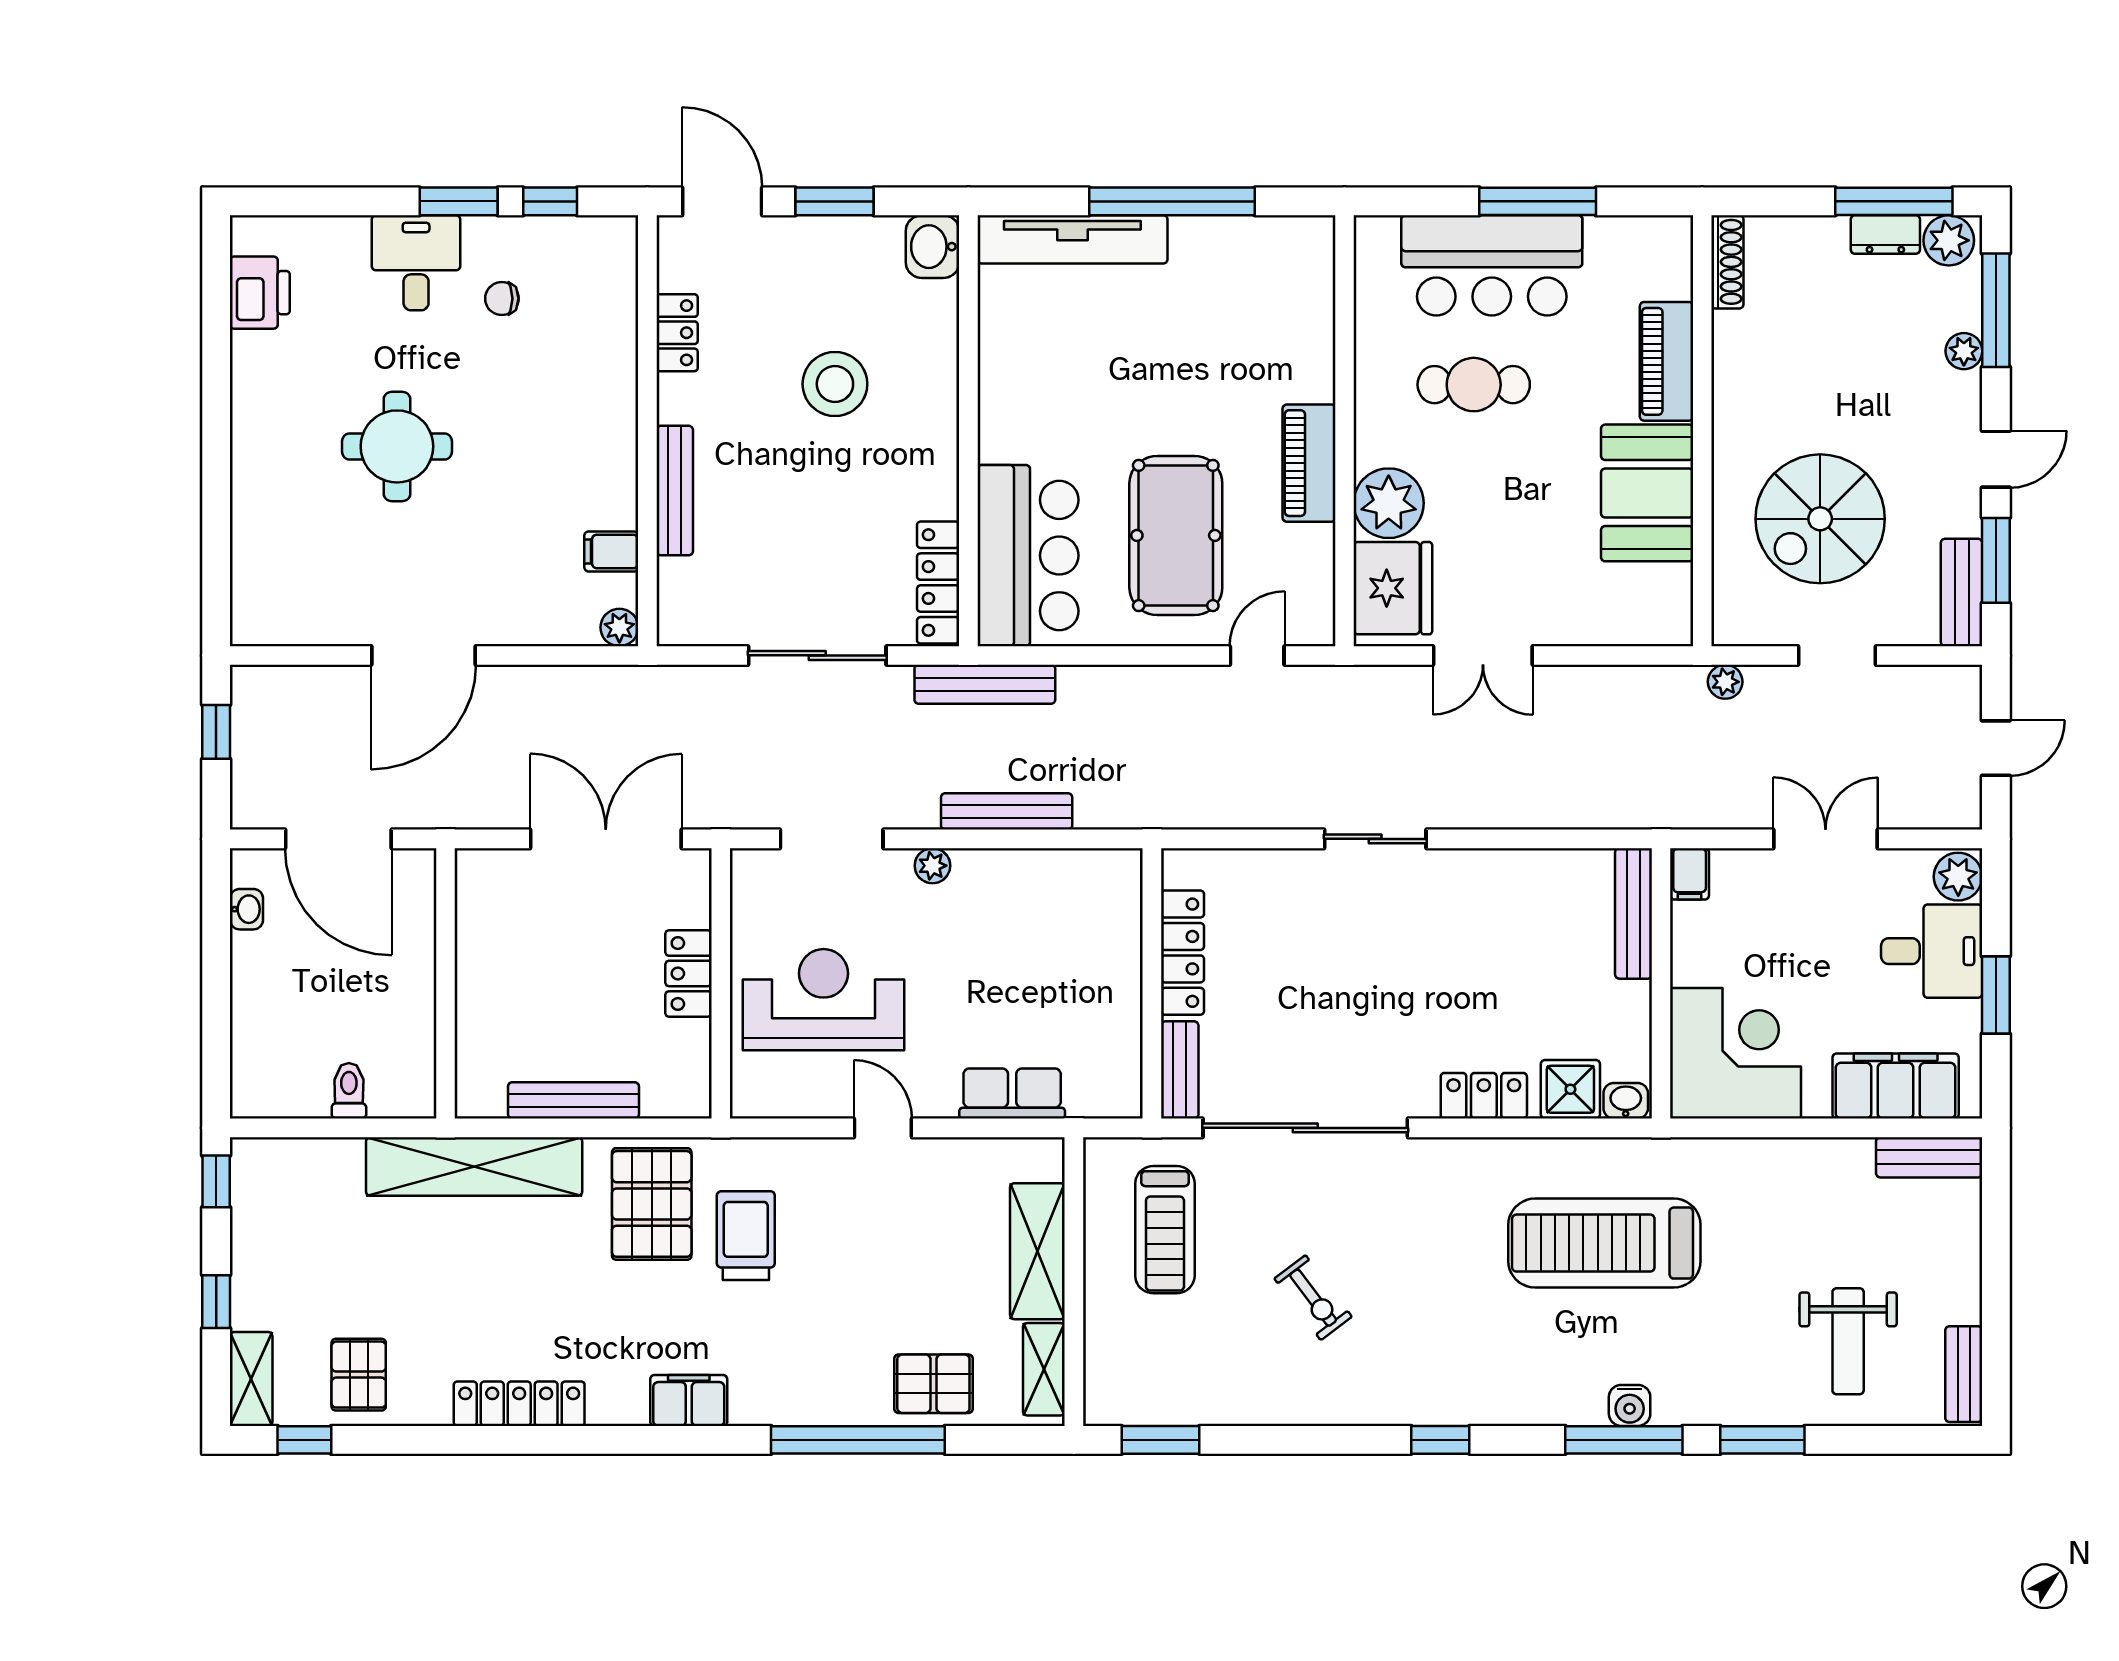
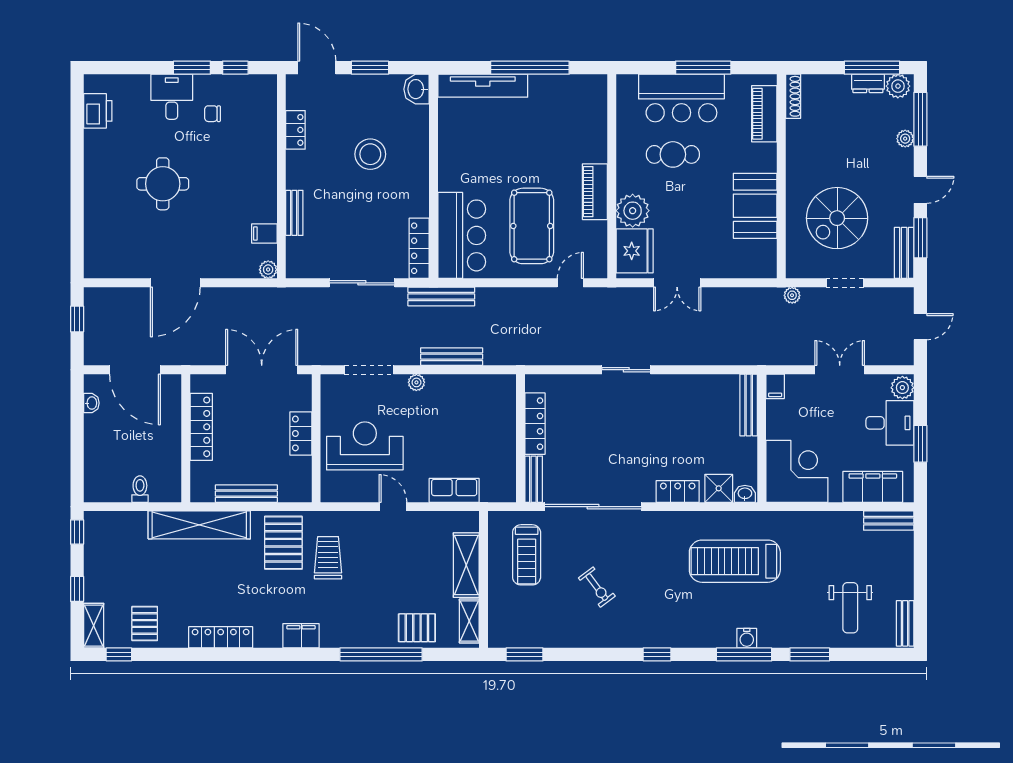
piano: (1667, 361) -> (764, 114), moved
bench: (675, 491) -> (294, 213), width x0.73
locker: (478, 959) -> (201, 427), added

